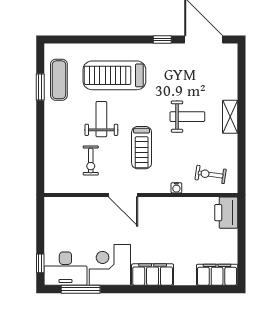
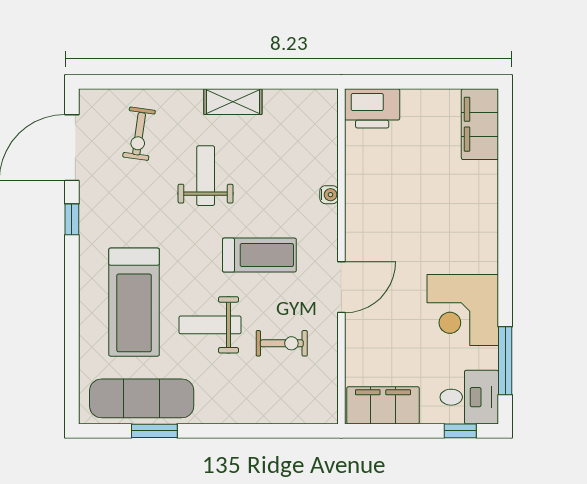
exercise mat: (59, 80) -> (142, 398), width x1.36, depth x1.45
shelving: (230, 117) -> (233, 102), moved
exercise bike: (211, 174) -> (139, 134), moved
desk: (65, 269) -> (469, 397), width x0.73
filing cabinet: (153, 275) -> (383, 405), moved, turned 90

